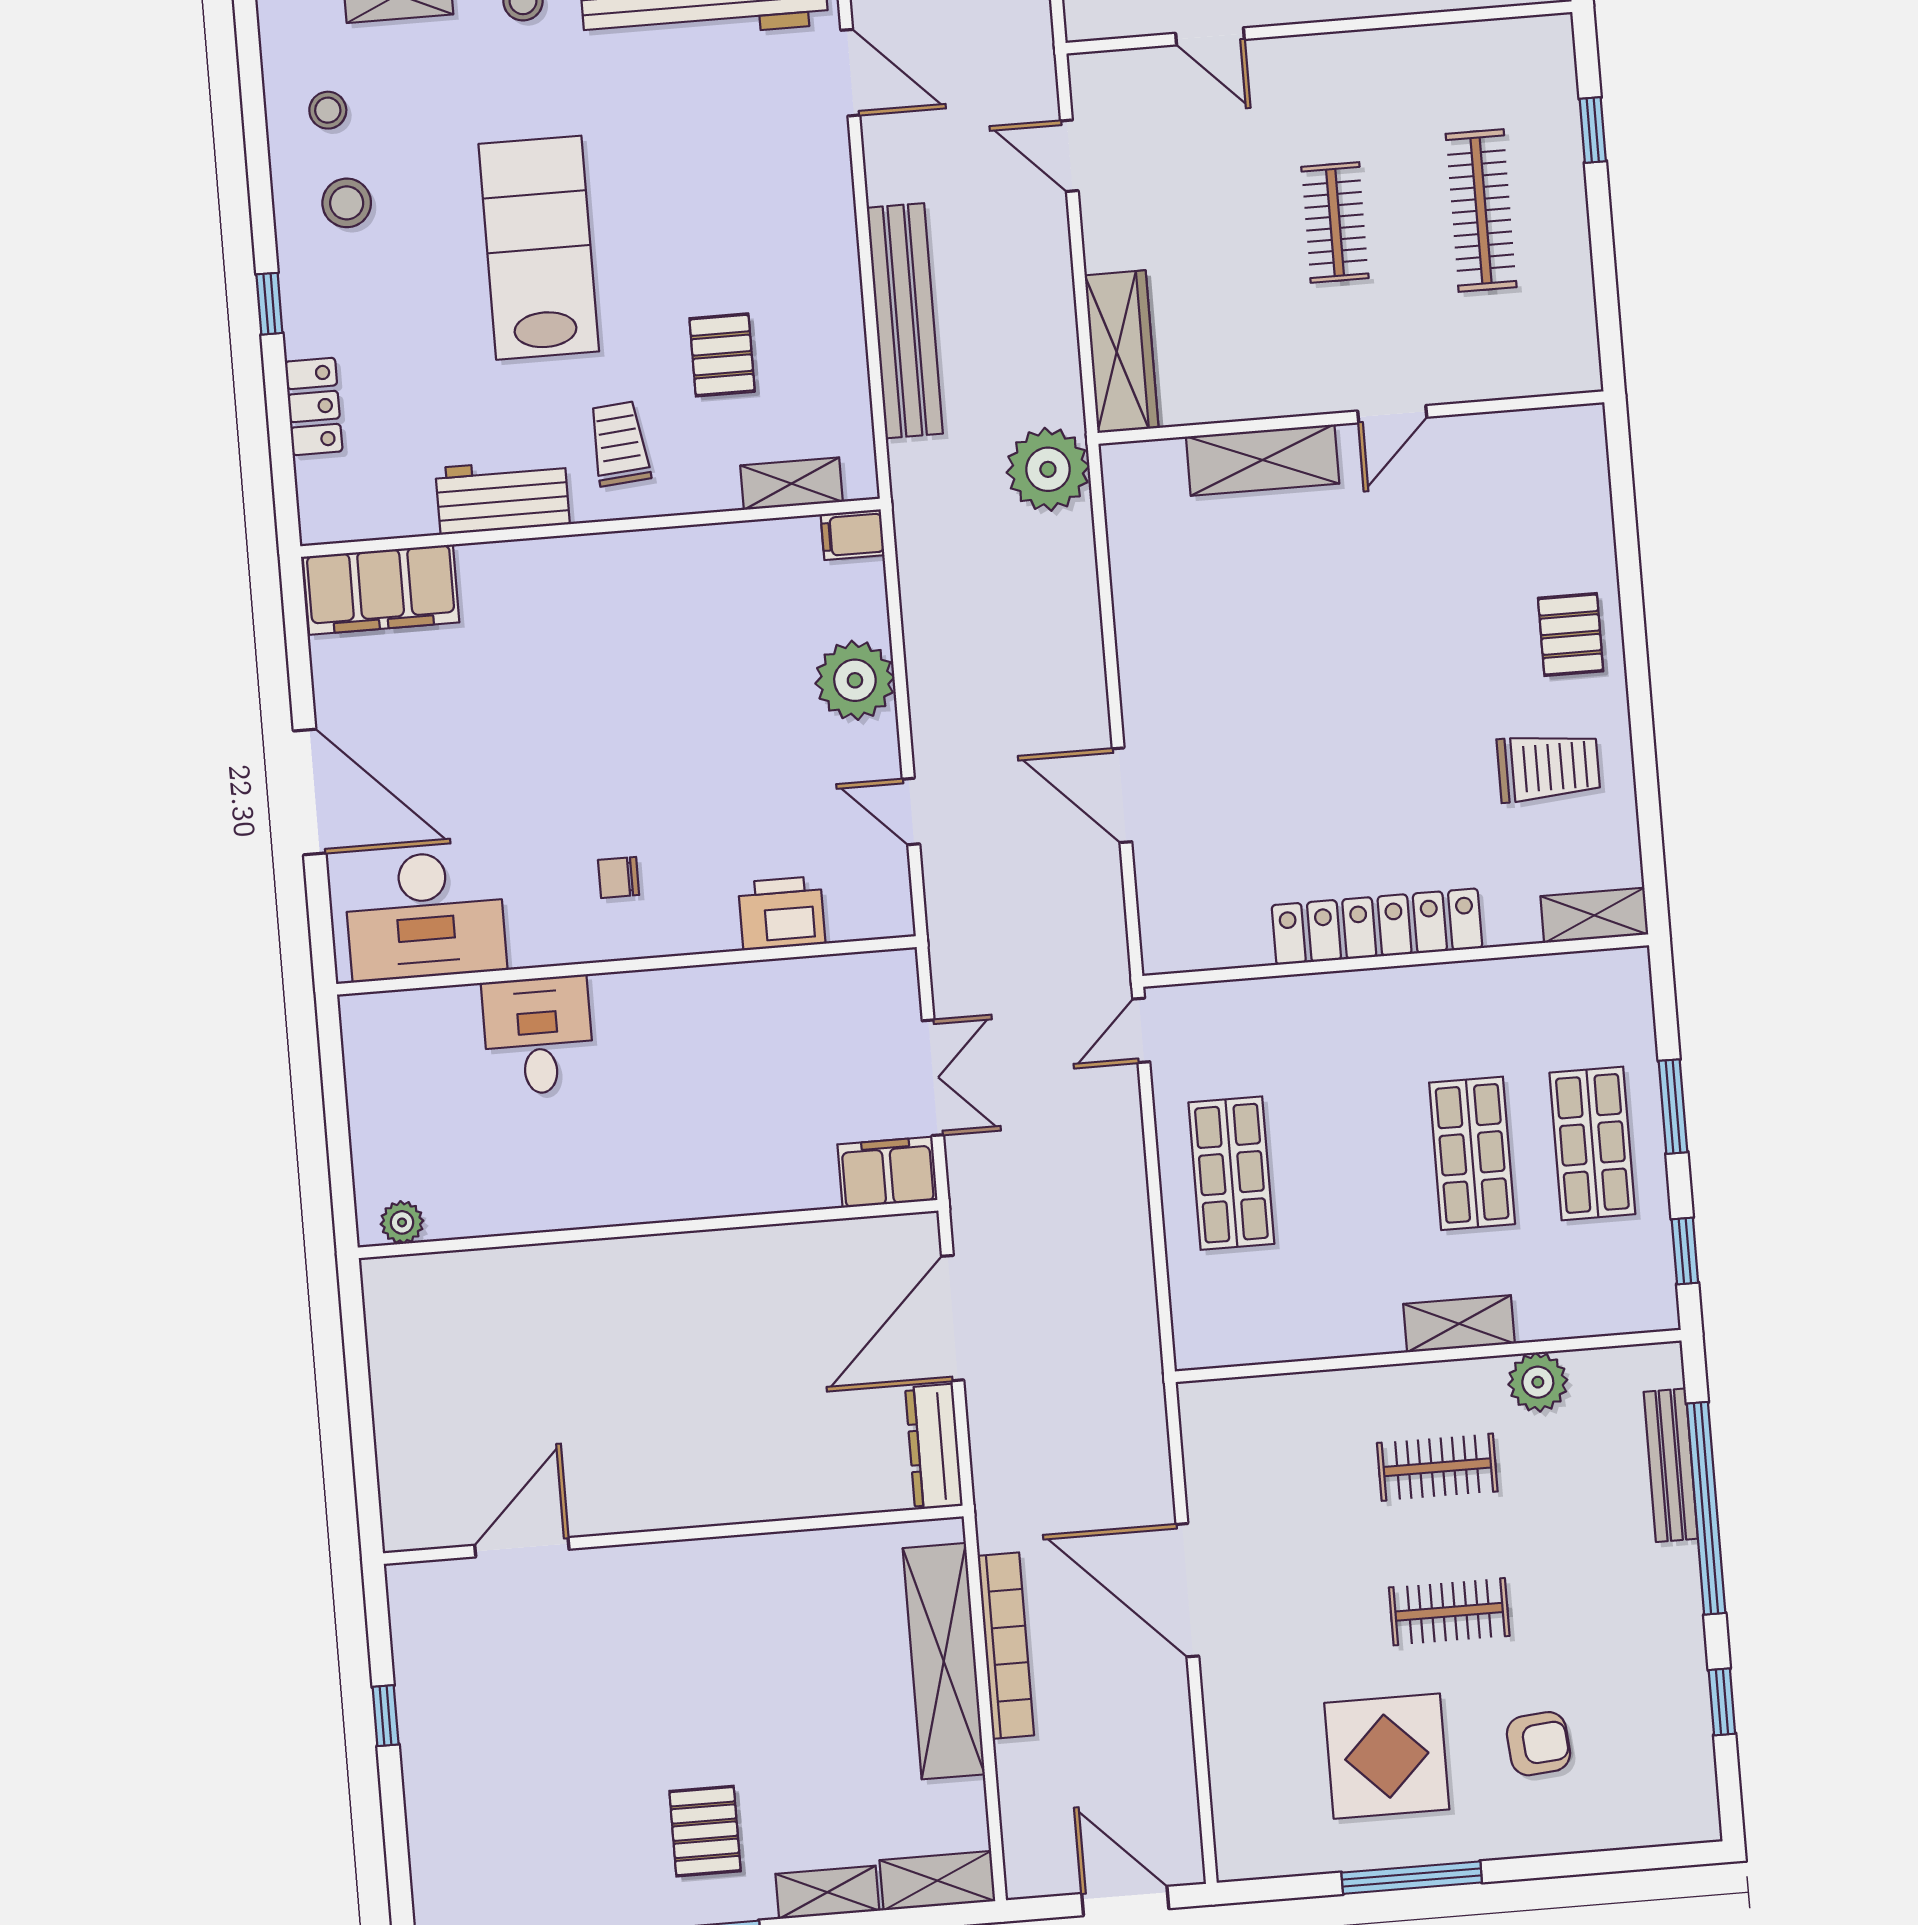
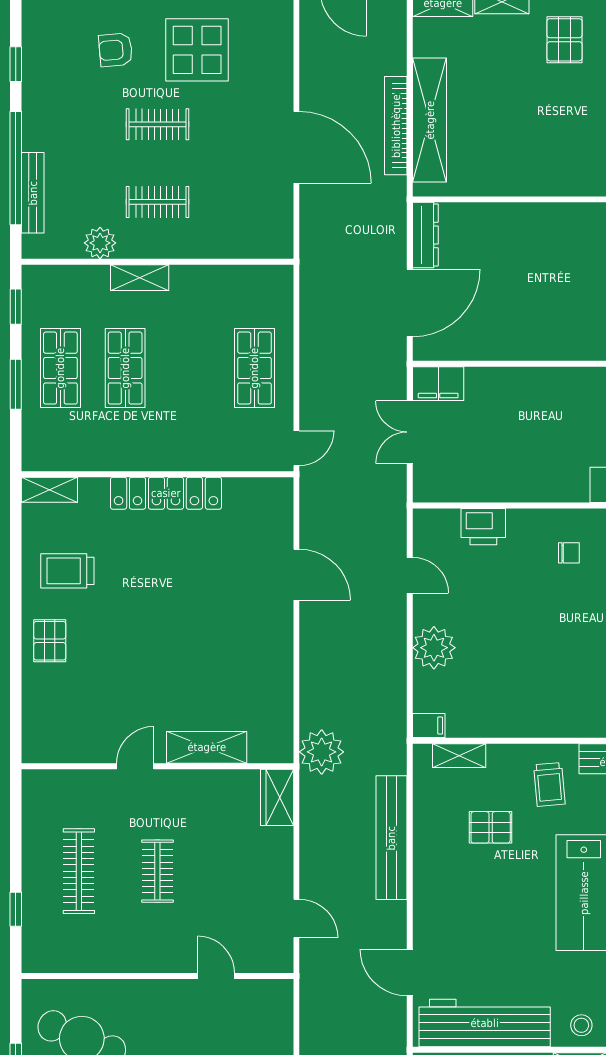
wardrobe: (1122, 352) -> (277, 797), width x0.67
pallet: (722, 355) -> (491, 827), turned 90

